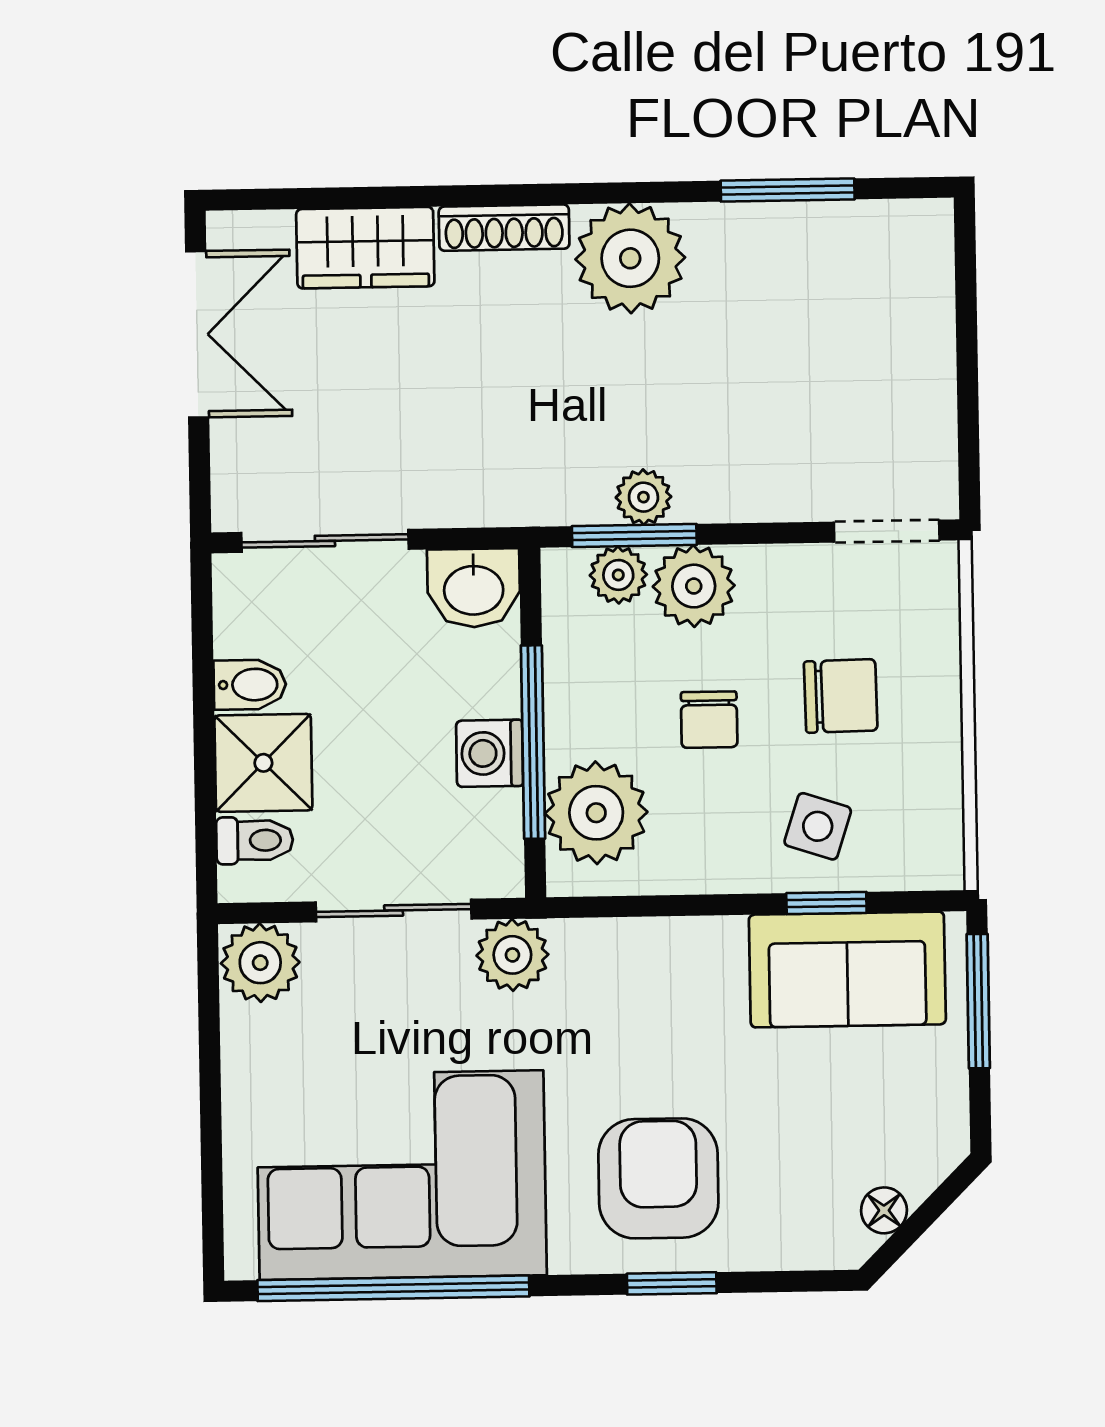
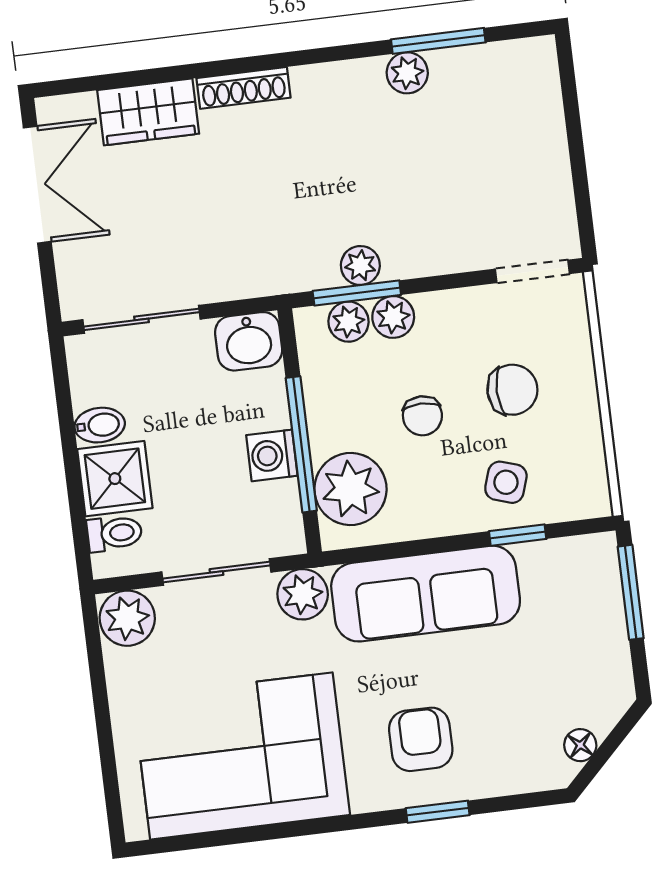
plant: (630, 258) -> (407, 73), moved, width x0.53, depth x0.53
plant: (694, 586) -> (393, 317), width x0.73, depth x0.73
sofa: (847, 969) -> (426, 594), moved, width x1.36
armchair: (658, 1178) -> (421, 739), width x0.72, depth x0.72
window: (393, 1288) -> (244, 835), removed

